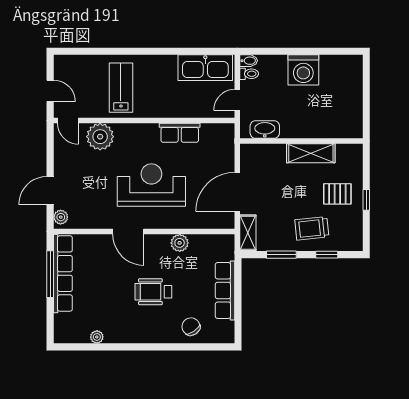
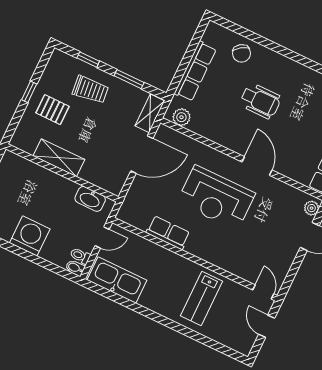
plant: (100, 137) -> (241, 263), removed
plant: (180, 243) -> (181, 117), moved

